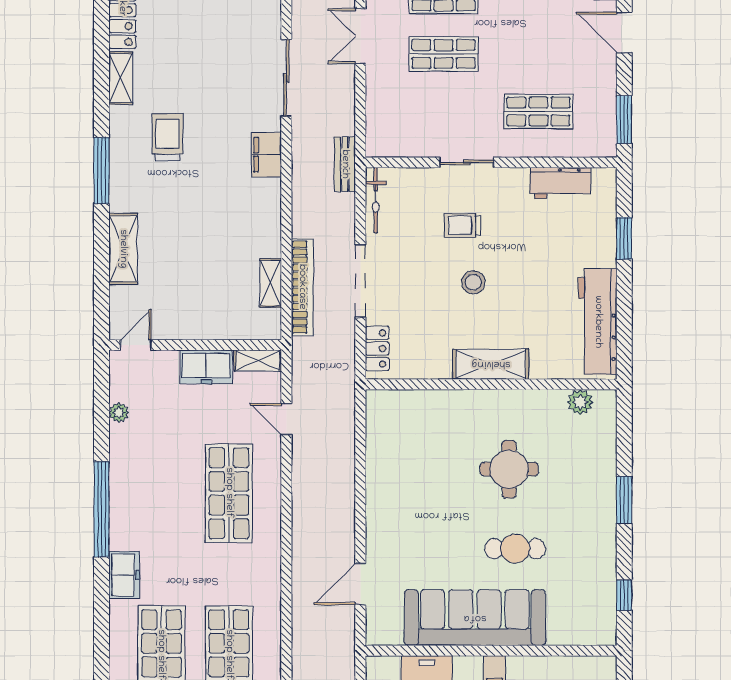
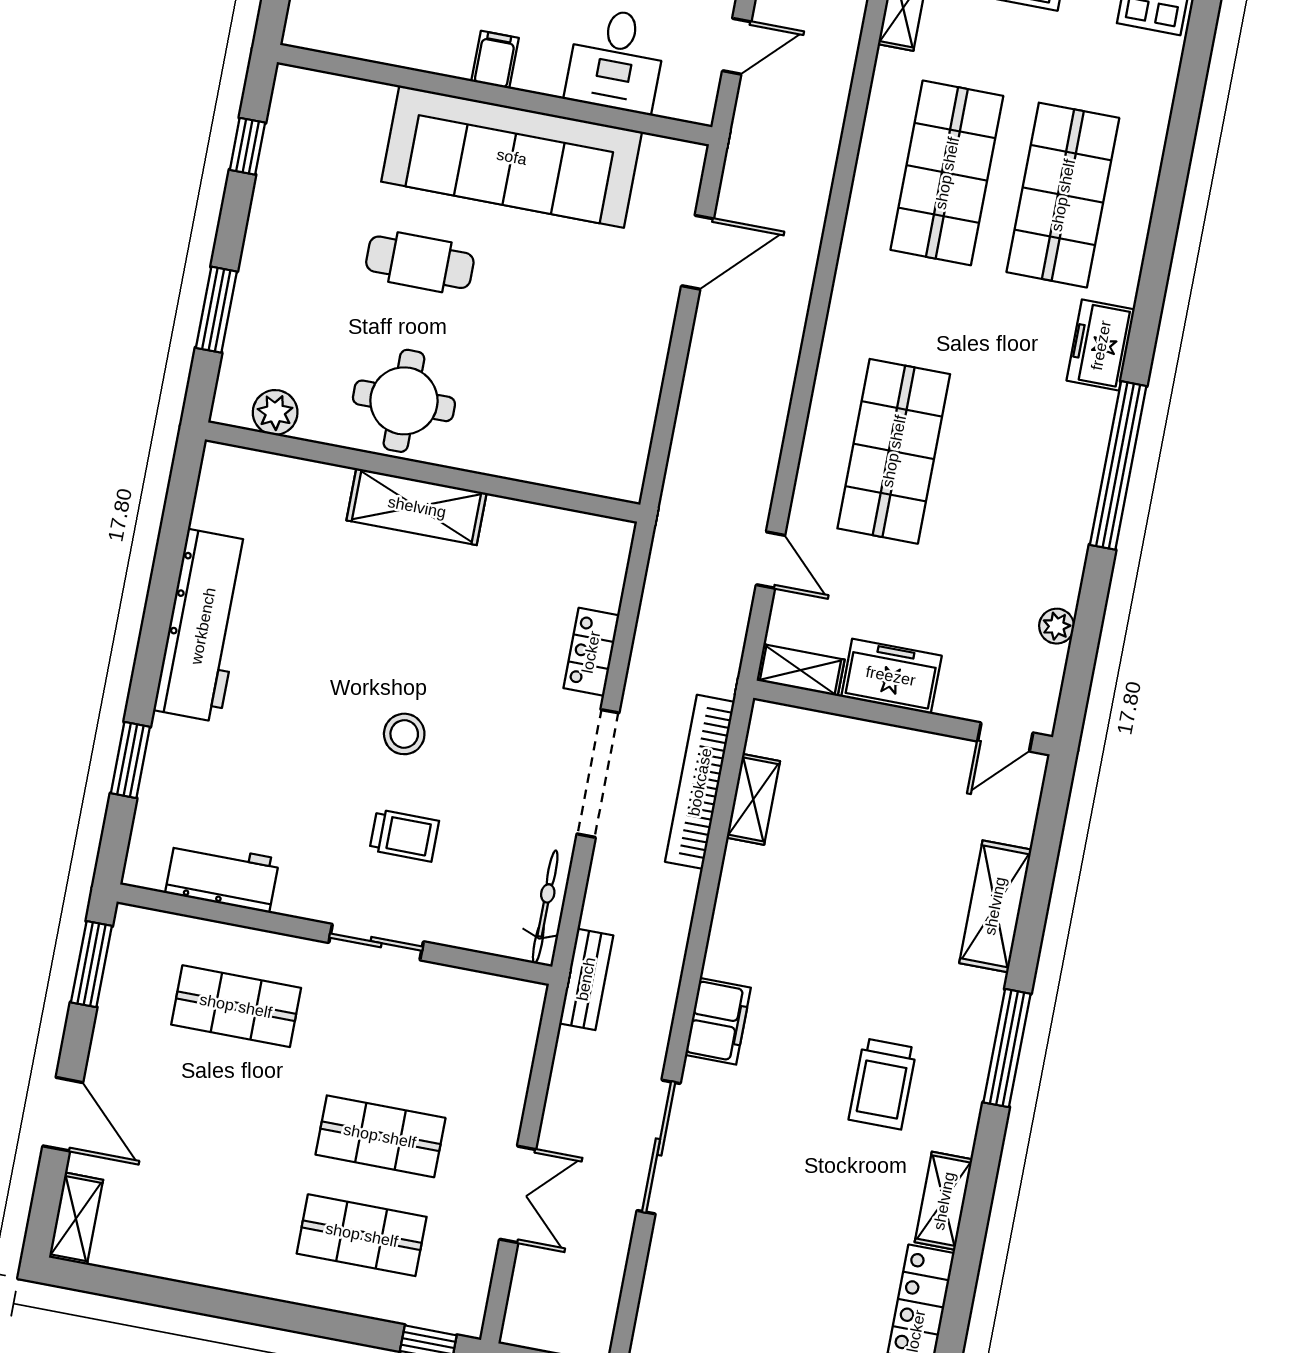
shelving: (491, 364) -> (417, 507), moved
wall: (491, 384) -> (423, 472), moved
plant: (580, 402) -> (275, 412), moved

